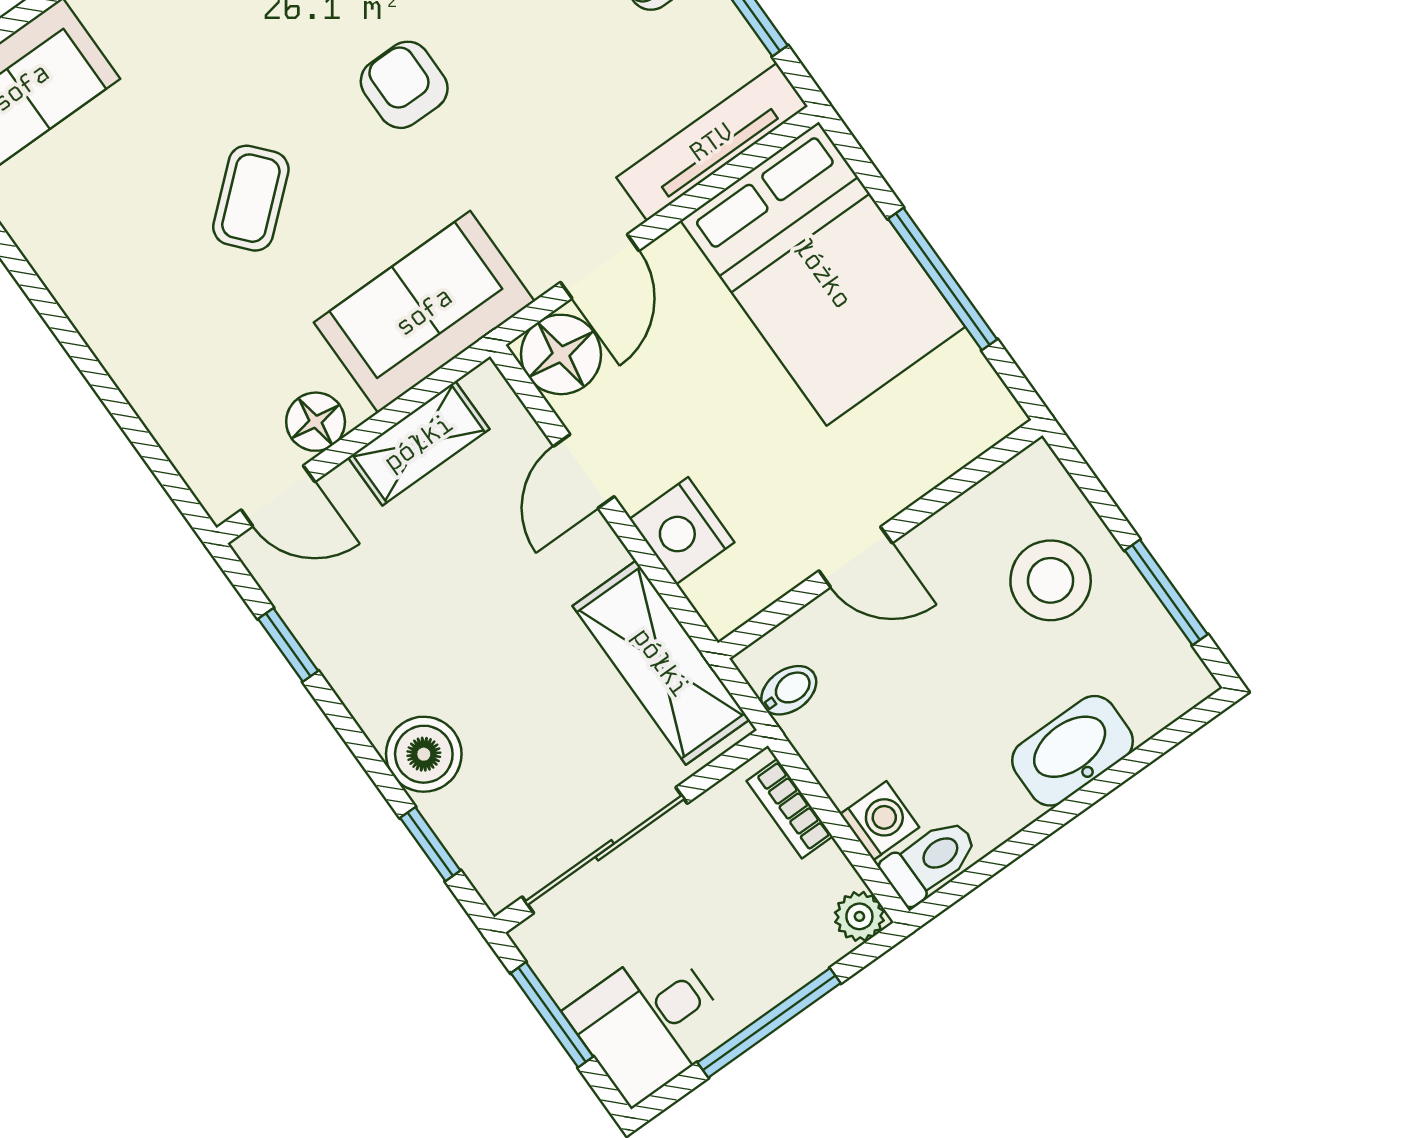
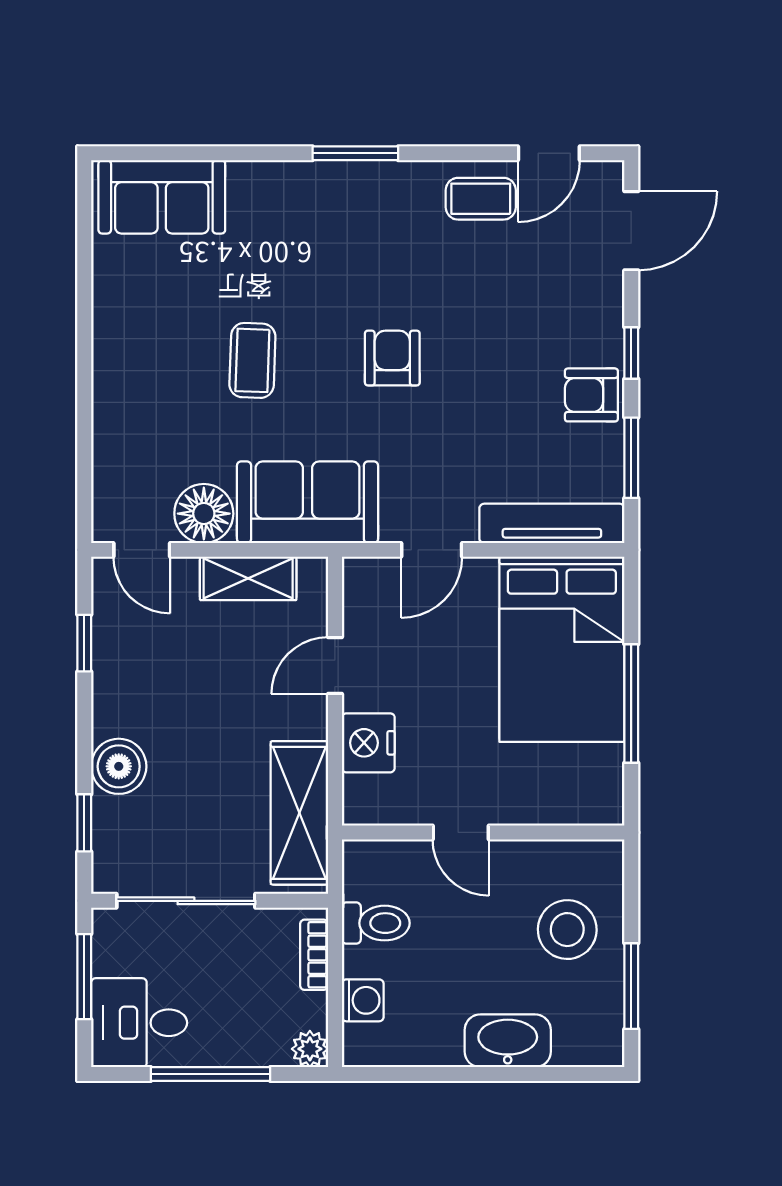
coffee table: (251, 198) -> (252, 360), turned -47
floor lamp: (561, 354) -> (371, 586), removed
floor lamp: (316, 422) -> (204, 514), width x1.38, depth x1.38
bidet: (789, 690) -> (364, 884), removed
toilet: (930, 861) -> (376, 923), moved

